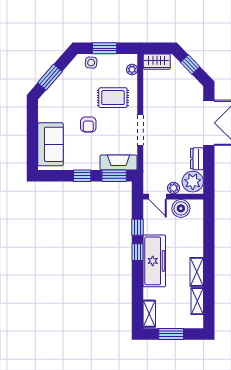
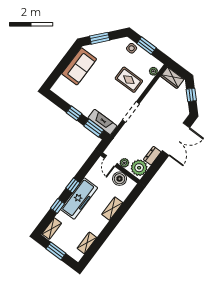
armchair: (88, 125) -> (101, 85), removed
sofa: (51, 144) -> (79, 66), moved
window: (137, 227) -> (57, 206), moved
shelving: (197, 272) -> (112, 209), moved

